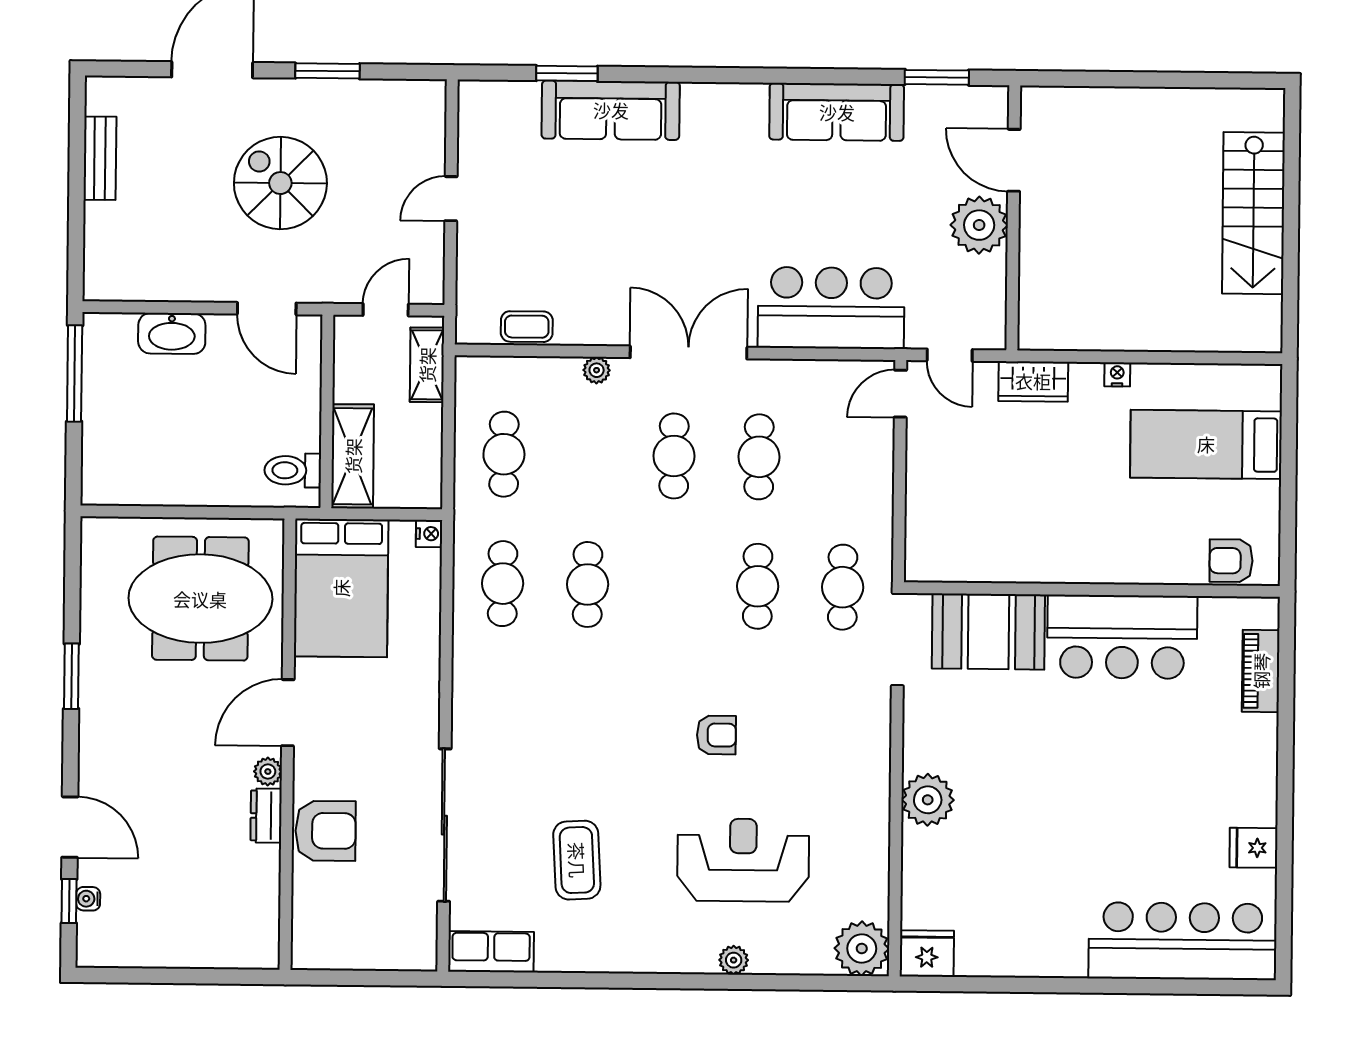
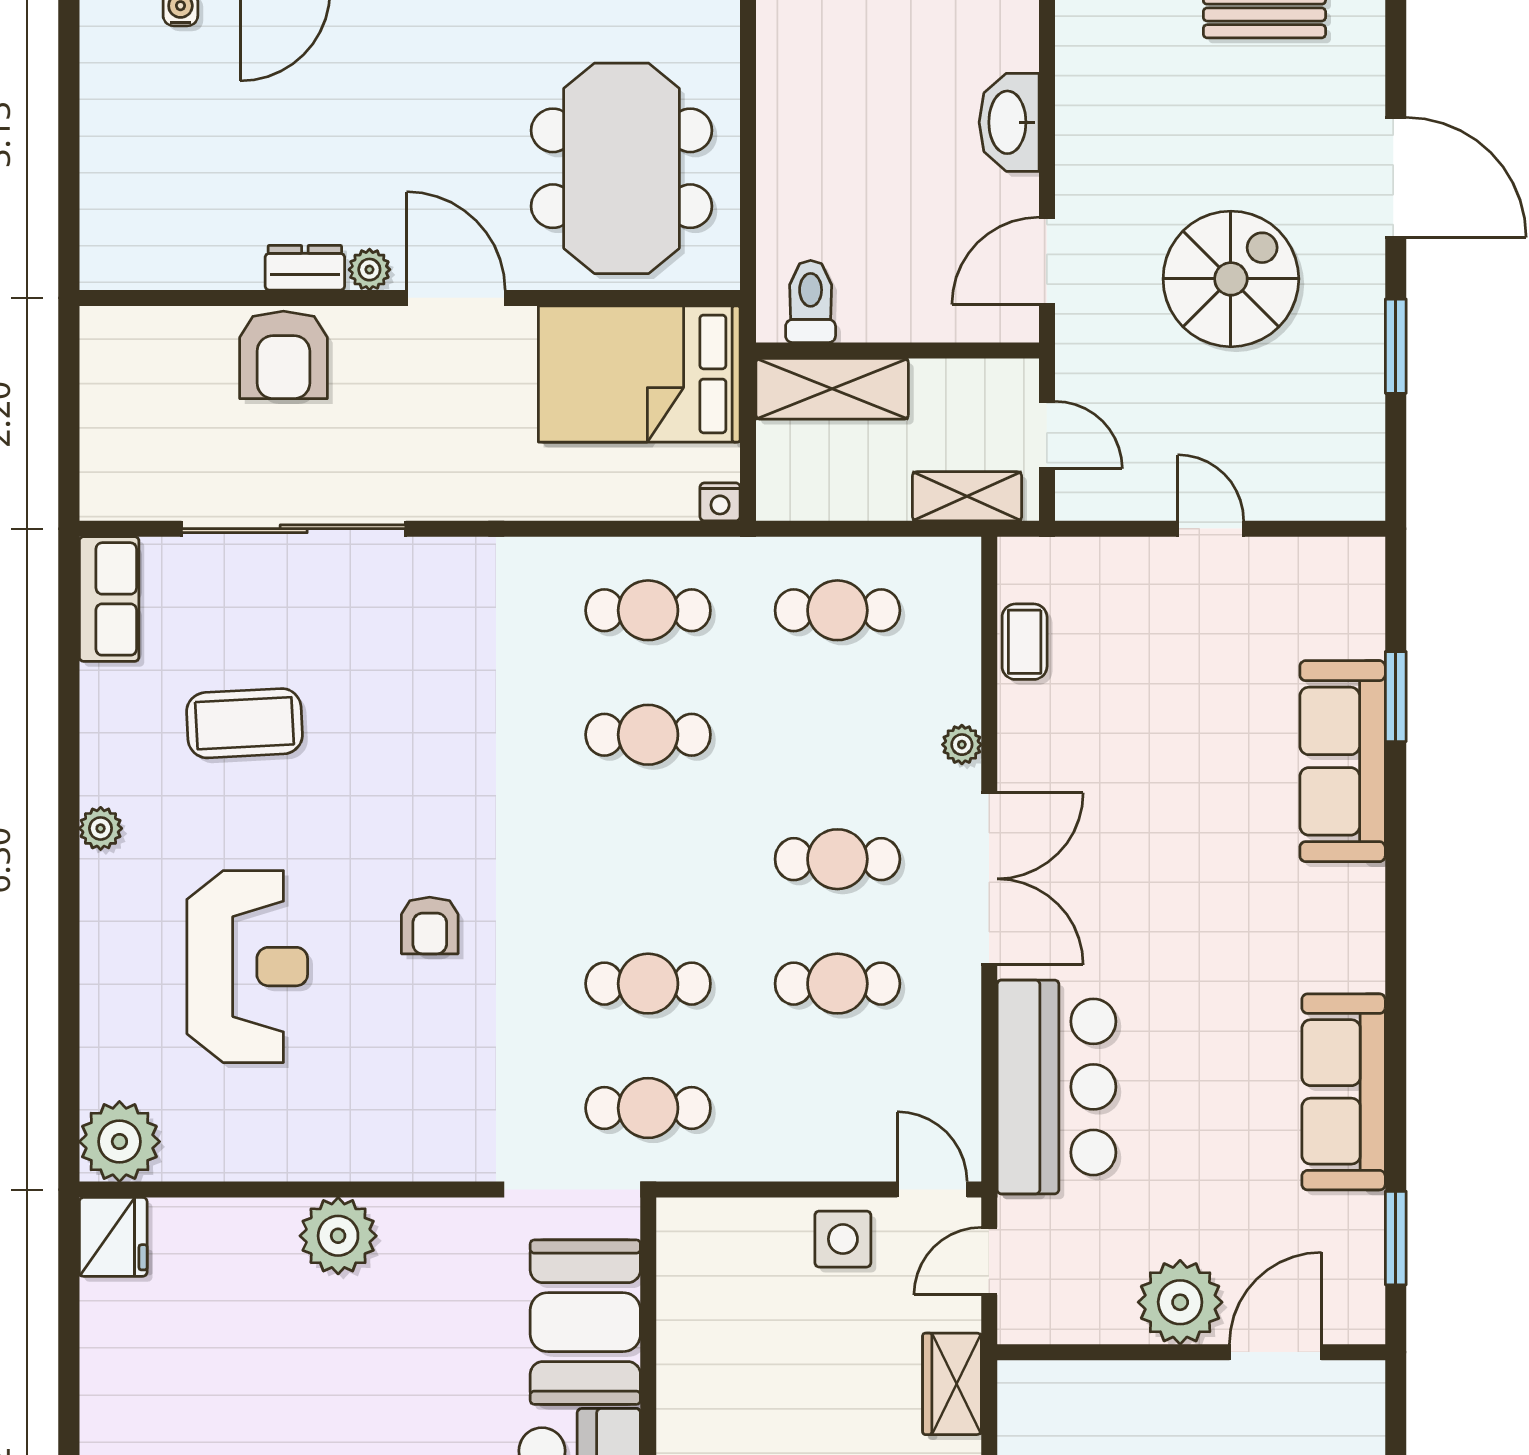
side table: (934, 455) -> (843, 1239), added
plant: (734, 960) -> (101, 828), moved

